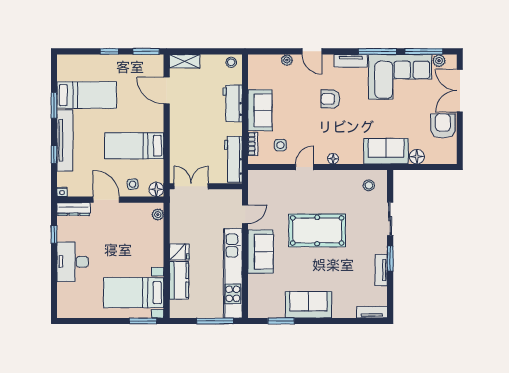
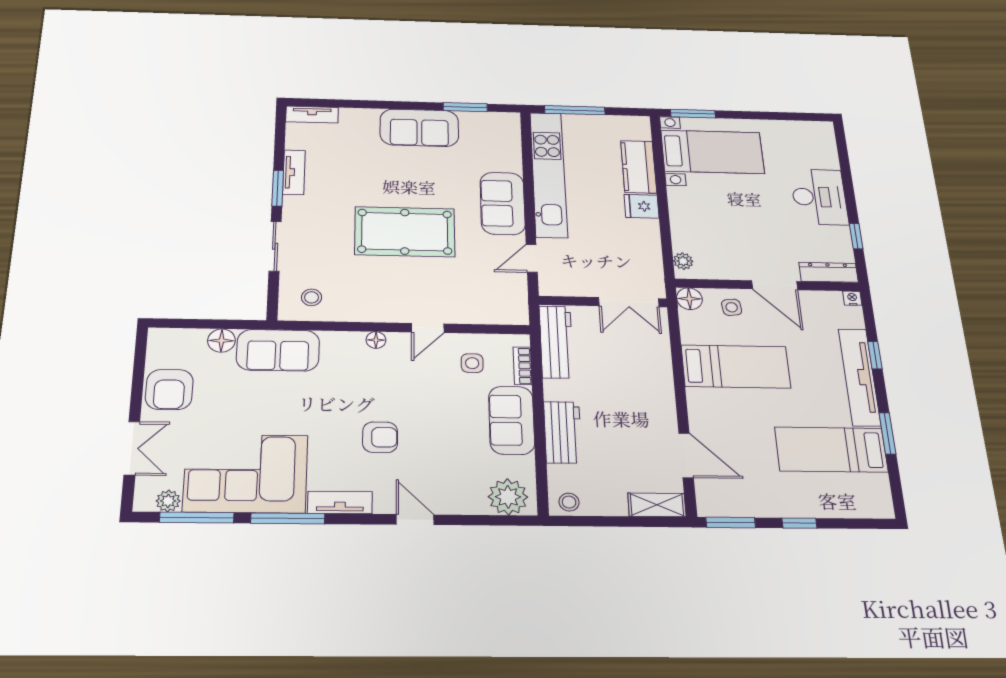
plant: (287, 60) -> (508, 497), moved, width x1.88, depth x1.88
double door: (460, 91) -> (132, 448), width x0.73

